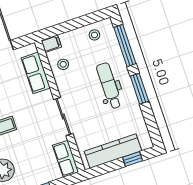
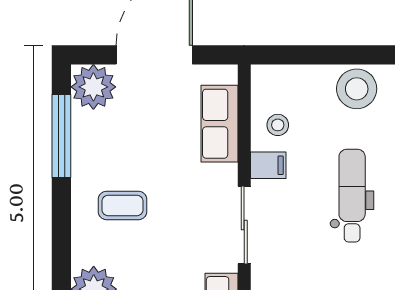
stool: (94, 35) -> (357, 89), width x1.89, depth x1.89
filing cabinet: (51, 44) -> (268, 165), moved

